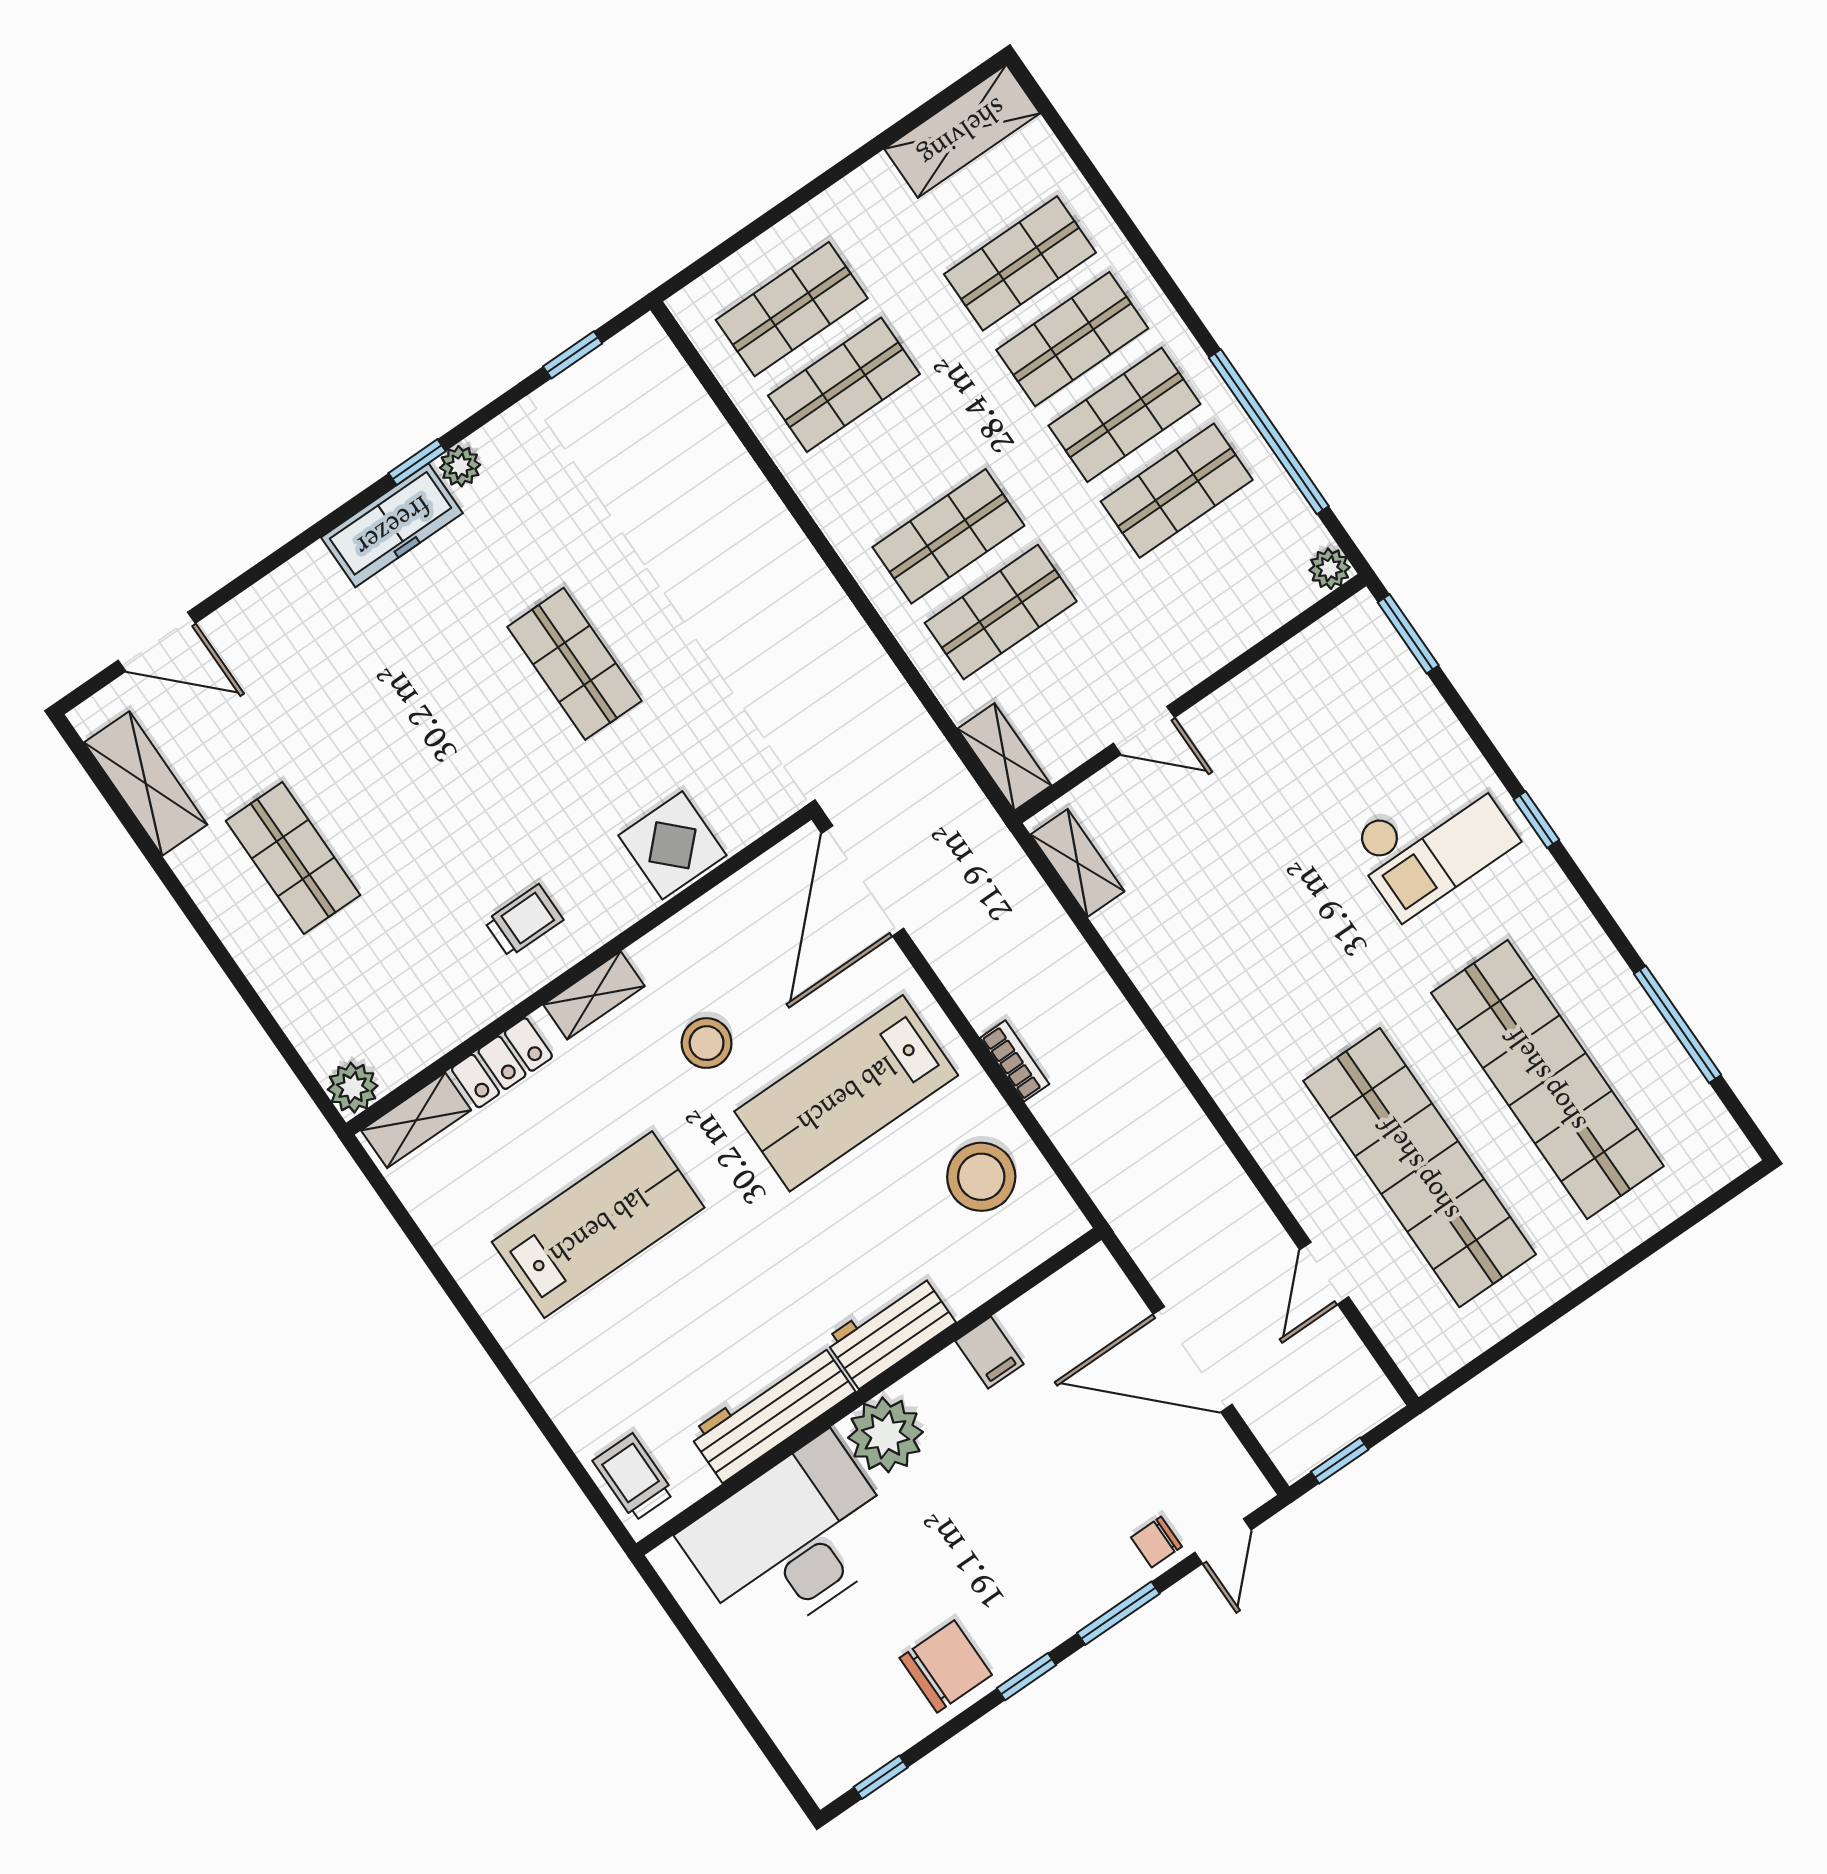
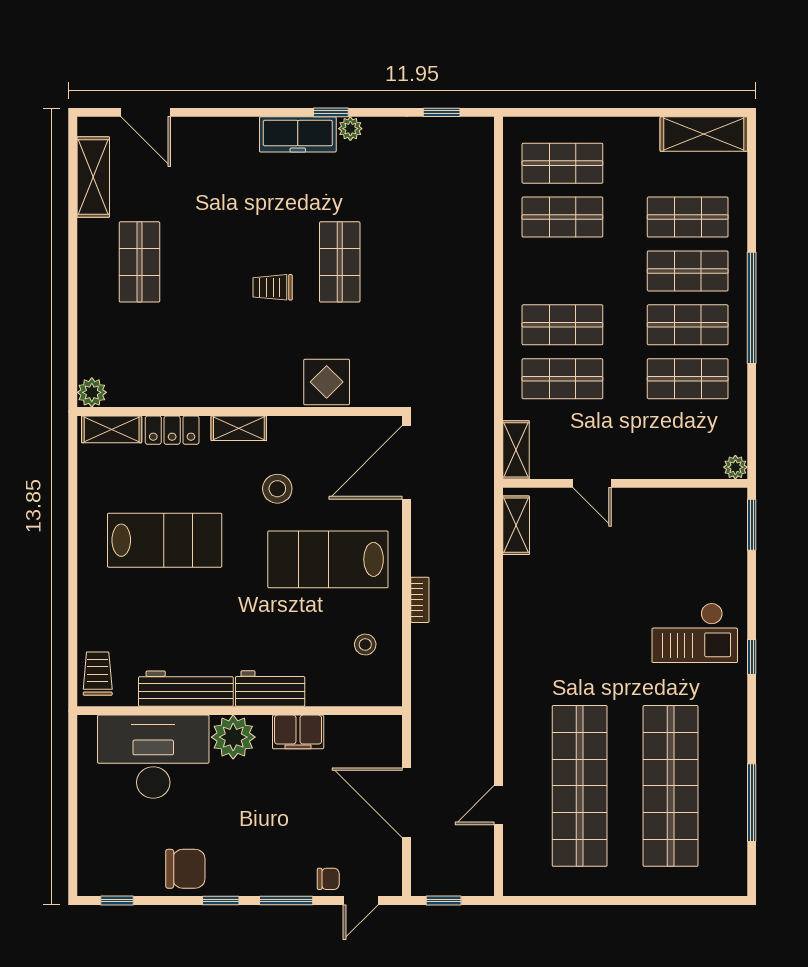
window: (1269, 432) -> (752, 308), moved
trolley: (524, 921) -> (273, 287), moved, turned 180
stool: (981, 1177) -> (365, 645), width x0.53, depth x0.53
filing cabinet: (989, 1353) -> (298, 732), width x2.00
chair: (1156, 1542) -> (328, 879), turned 180

